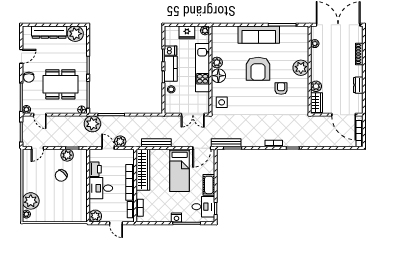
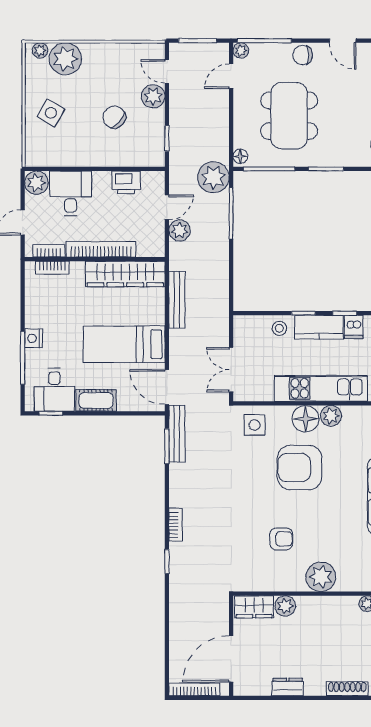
armchair: (258, 69) -> (300, 468), moved
plant: (67, 155) -> (153, 96), moved
desk: (101, 188) -> (70, 193), moved
side table: (59, 209) -> (51, 113), added

